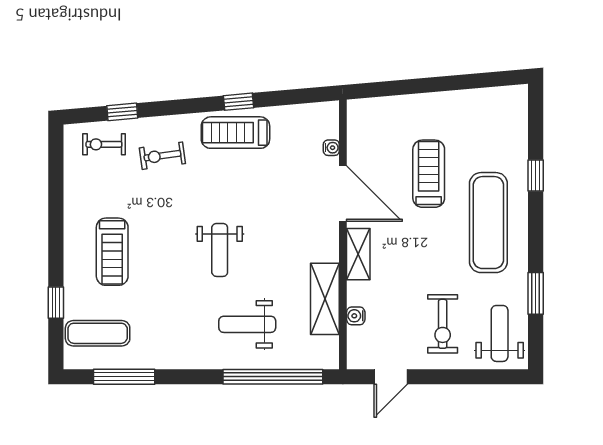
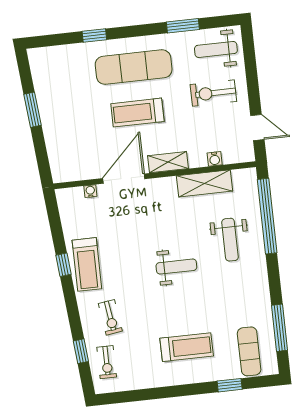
window: (447, 83) -> (33, 110), added
treadmill: (429, 174) -> (137, 113), moved
exercise bike: (443, 324) -> (213, 93), turned 180

